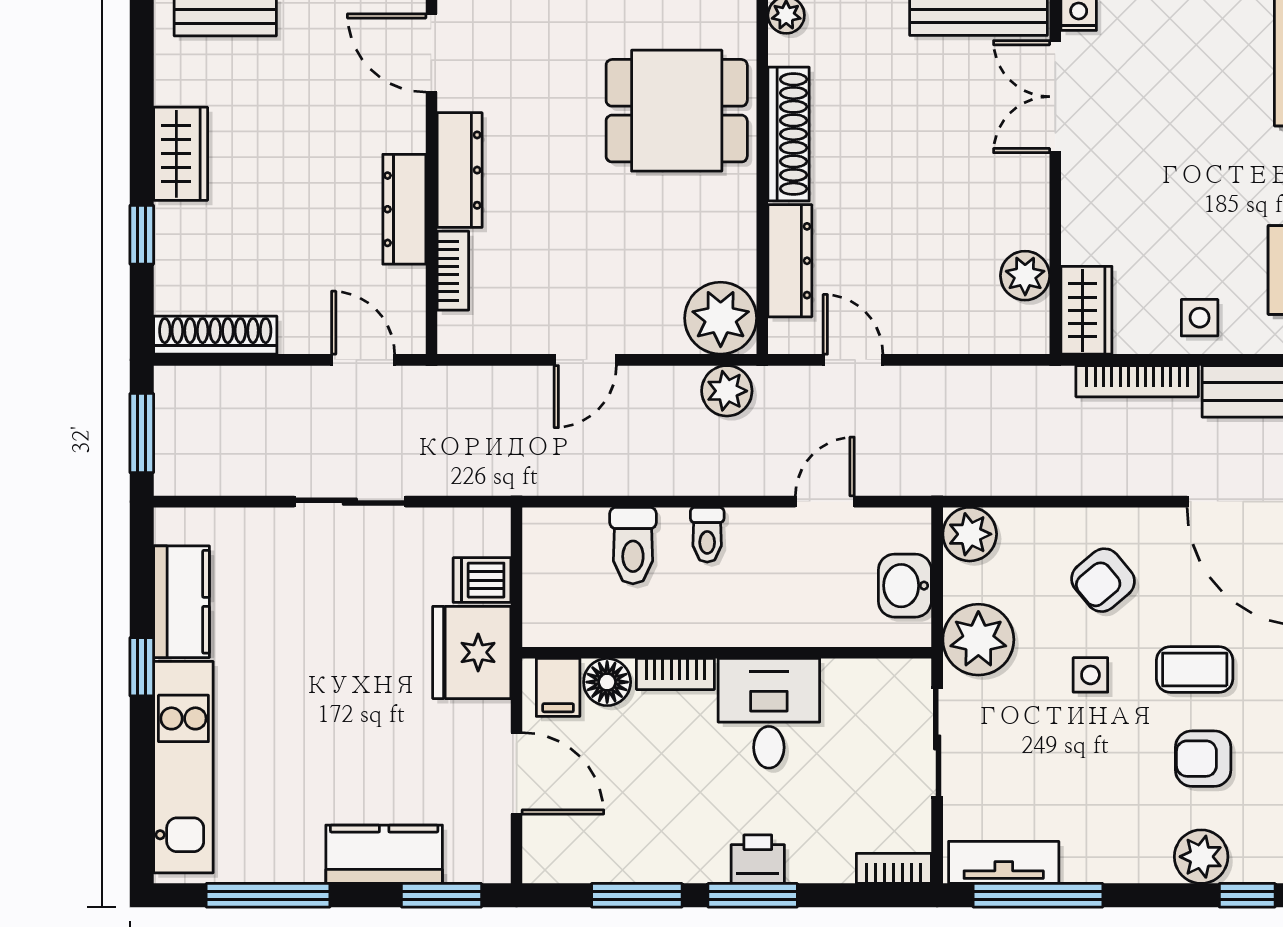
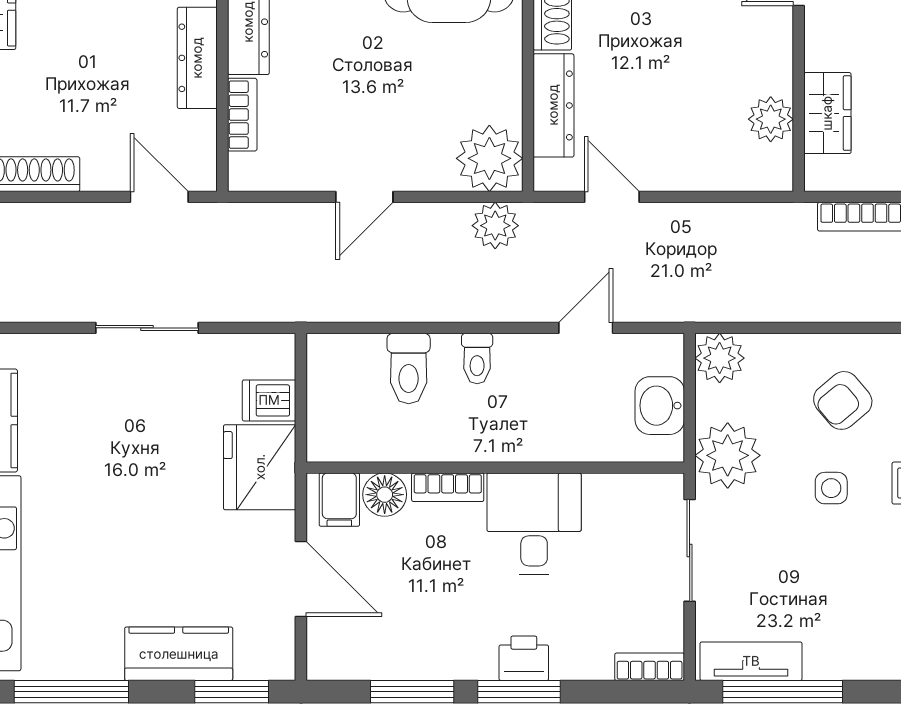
wardrobe: (1086, 310) -> (827, 113), moved

